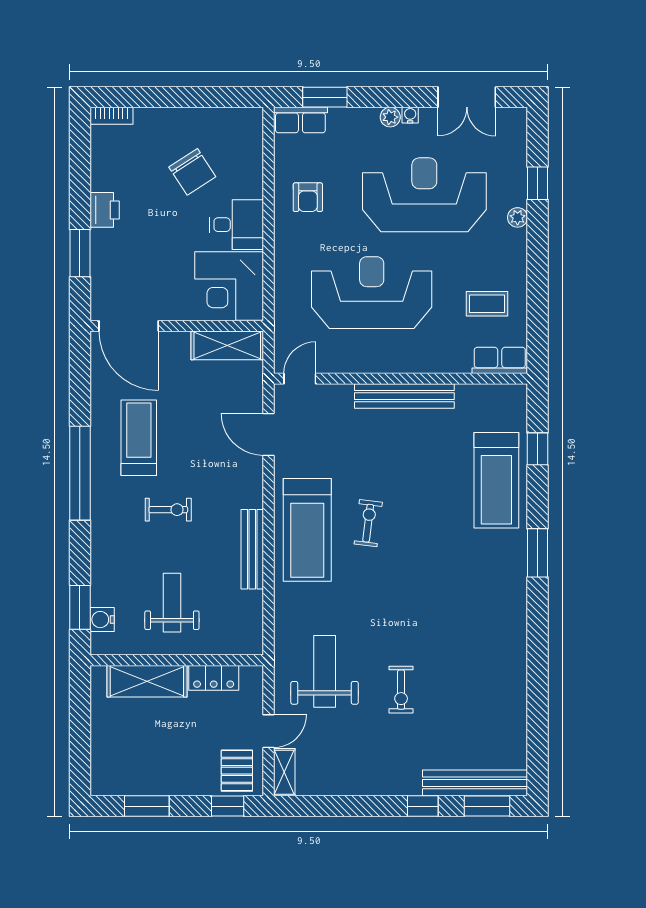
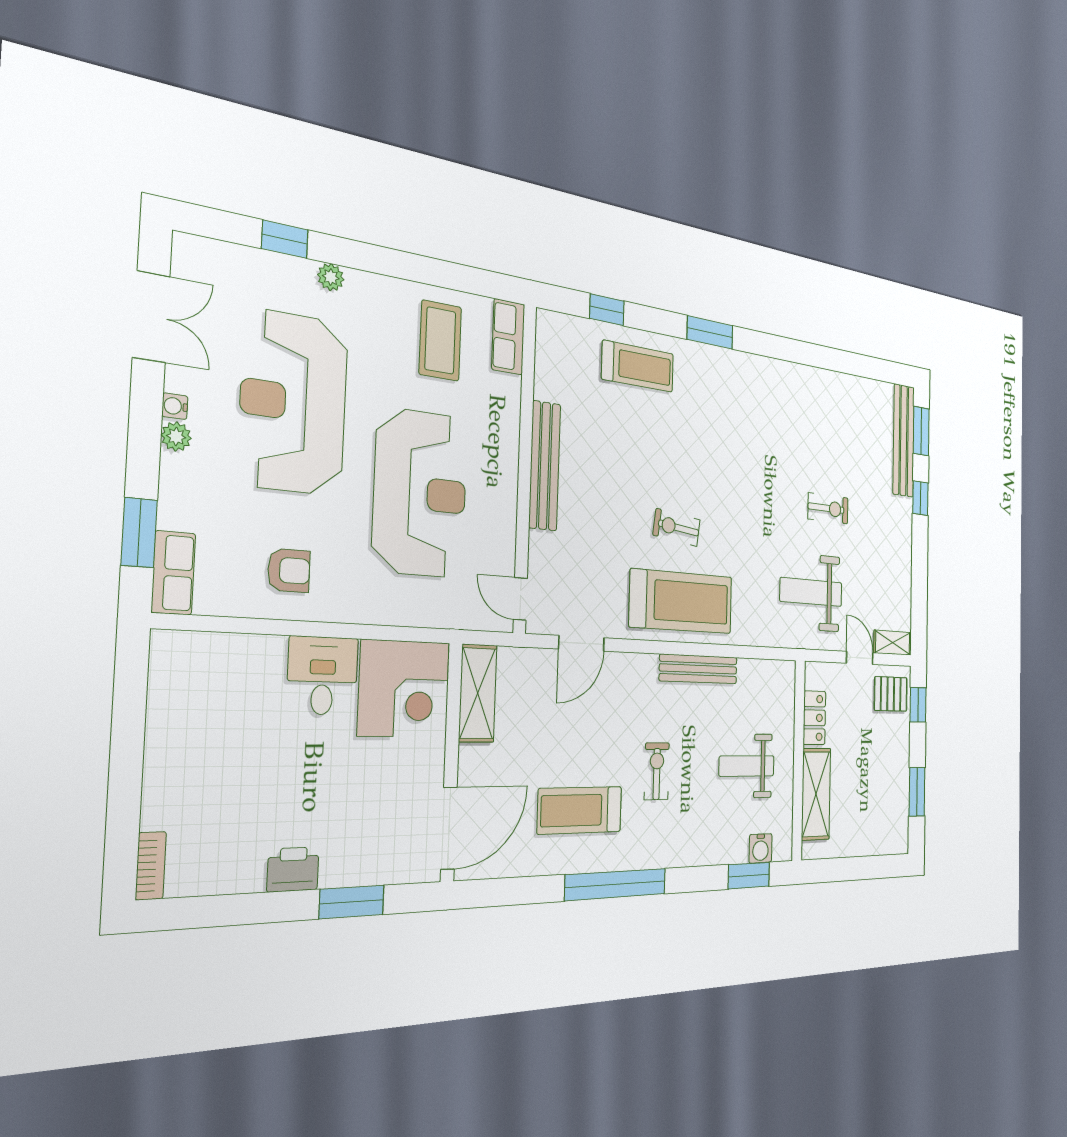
chair: (192, 172) -> (244, 739), removed
reception desk: (372, 293) -> (420, 493), turned 180
coffee table: (487, 304) -> (440, 341), width x1.36, depth x1.30
treadmill: (496, 480) -> (638, 366), width x0.73, depth x0.73

